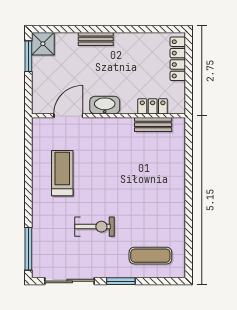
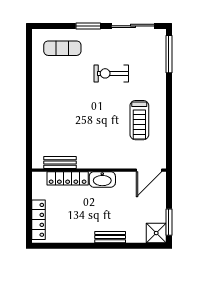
locker: (153, 106) -> (68, 178), width x1.53
door: (68, 116) -> (149, 170), moved

